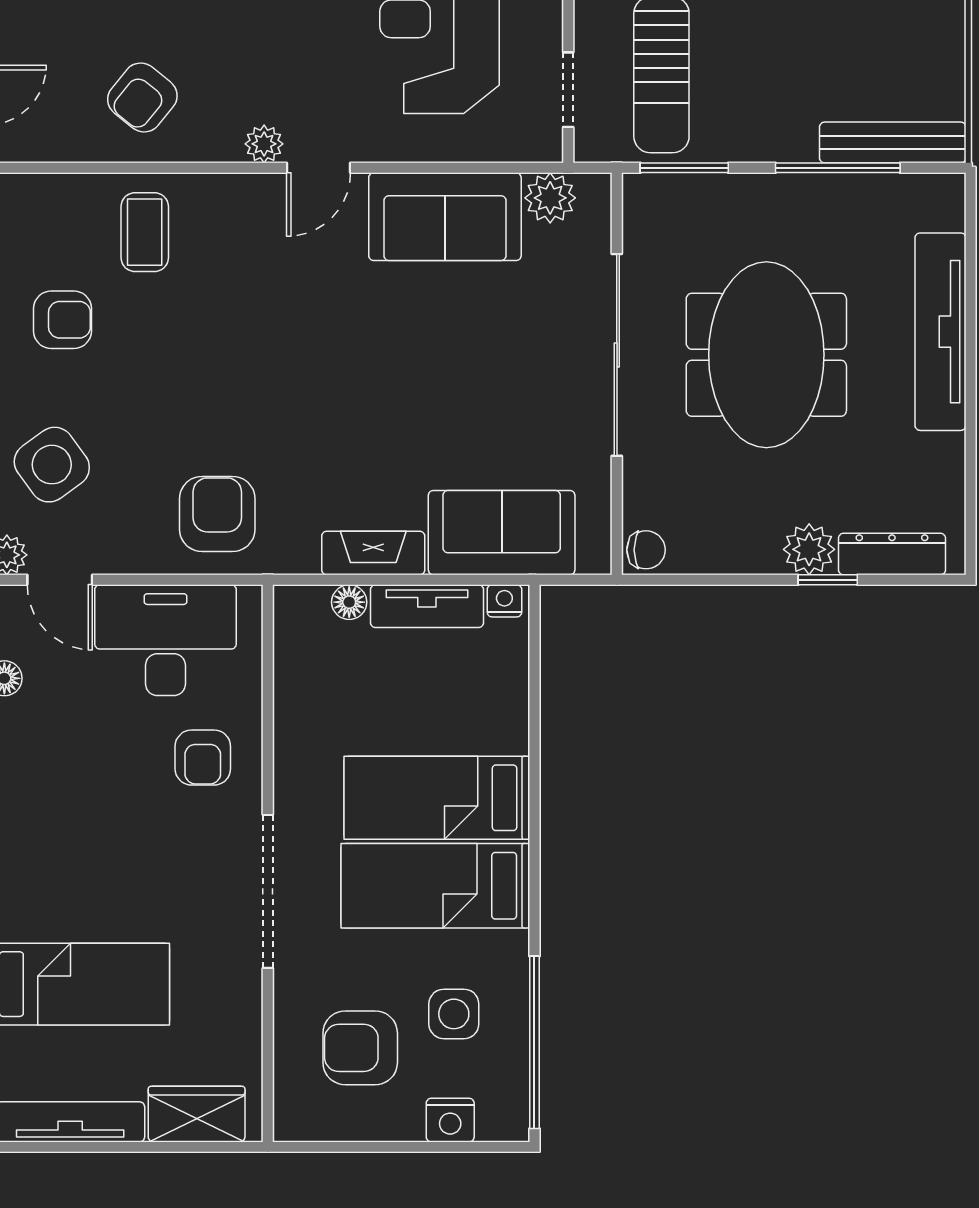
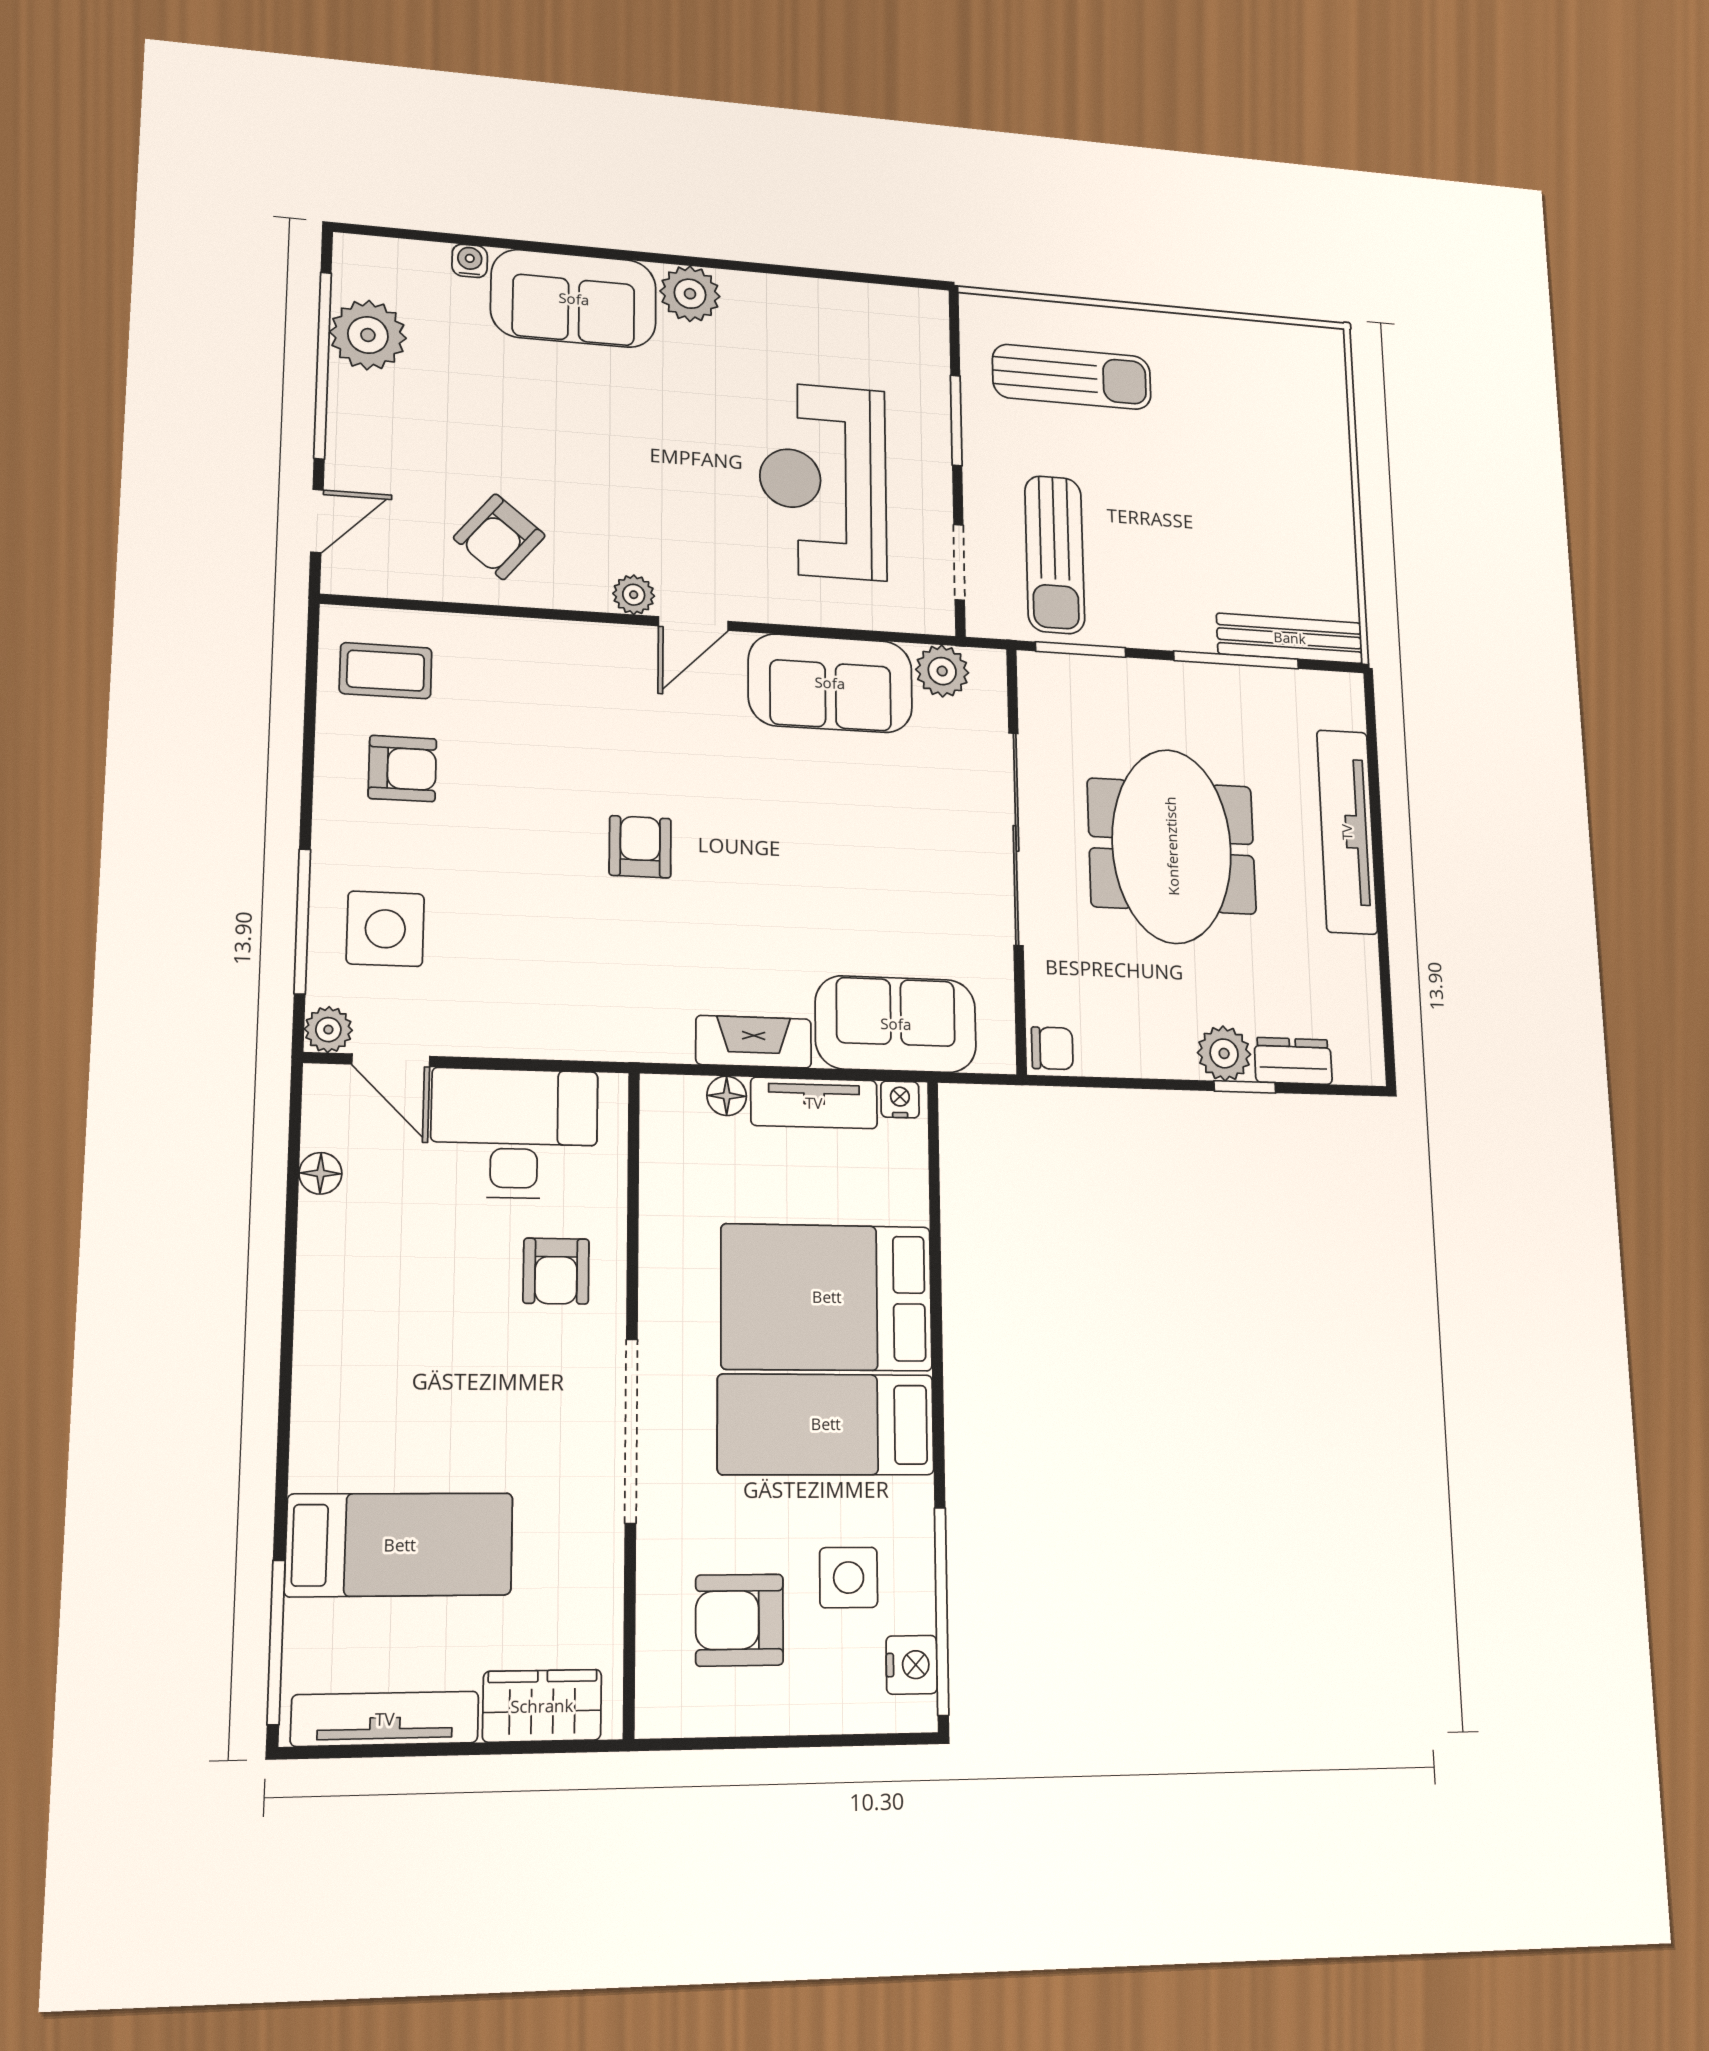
coffee table: (145, 232) -> (386, 671), moved, turned 90
side table: (52, 465) -> (385, 929), turned 36
armchair: (217, 514) -> (640, 847), moved, width x0.72, depth x0.72
dresser: (892, 554) -> (1293, 1061), width x0.70
bed: (437, 798) -> (827, 1297), width x1.50
nightstand: (450, 1120) -> (912, 1665), moved, turned -90

